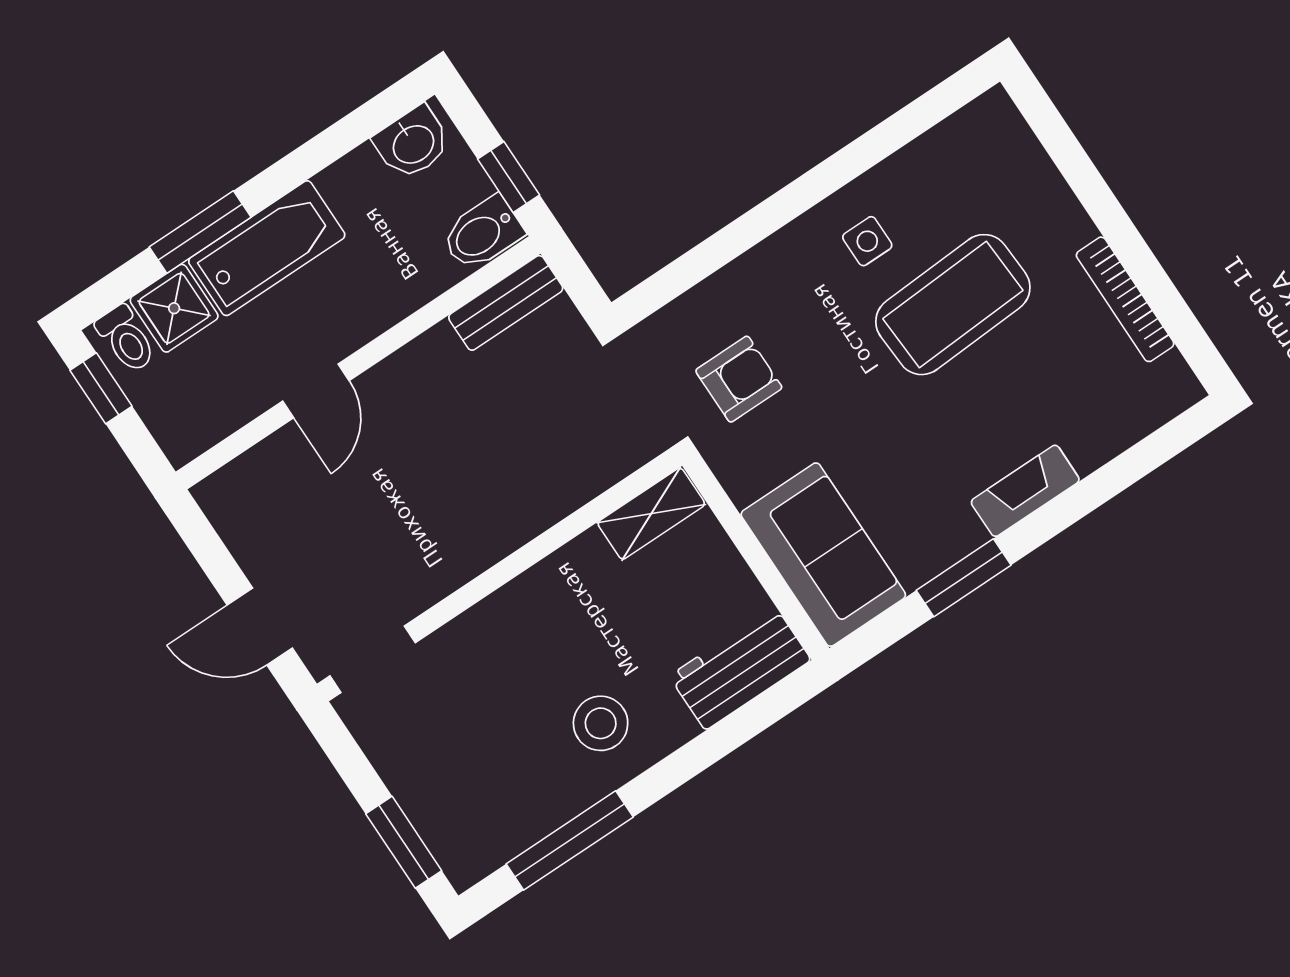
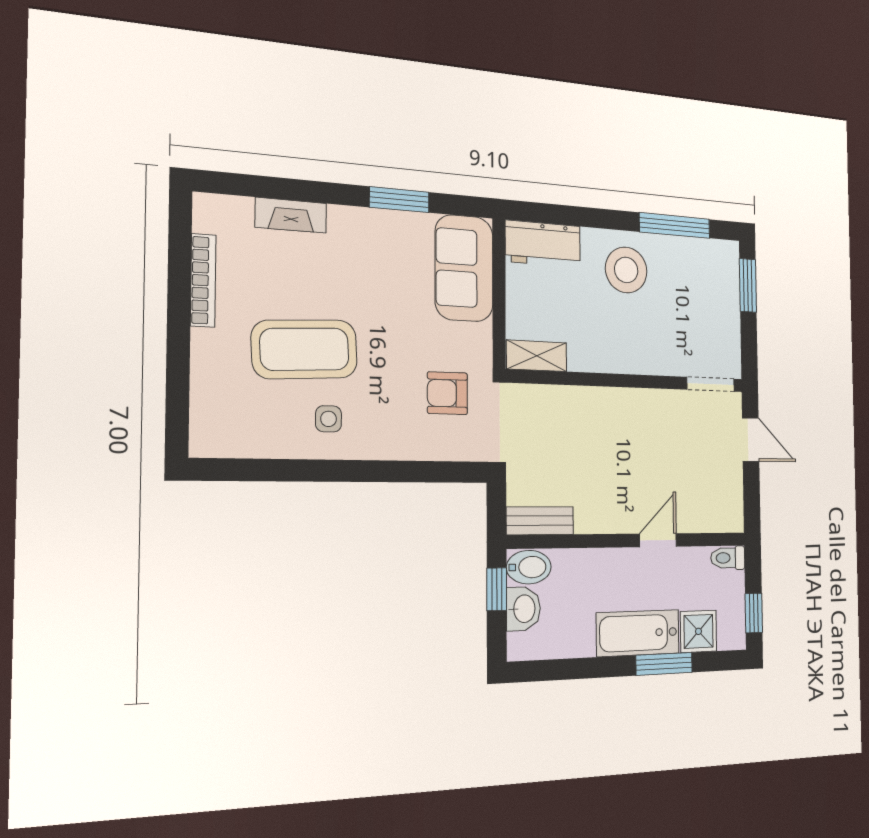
washbasin: (413, 143) -> (523, 609), moved, turned 90
toilet: (126, 339) -> (728, 558), moved, turned -90
fireplace: (1025, 491) -> (291, 215), moved
stool: (601, 723) -> (626, 270), width x1.38, depth x1.38

